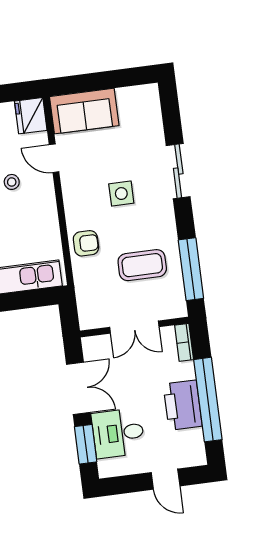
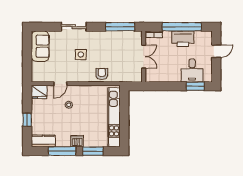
sofa: (84, 111) -> (40, 46), moved
coffee table: (142, 265) -> (115, 49), removed
double door: (78, 388) -> (169, 86), removed

